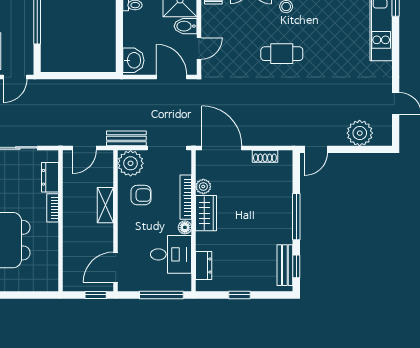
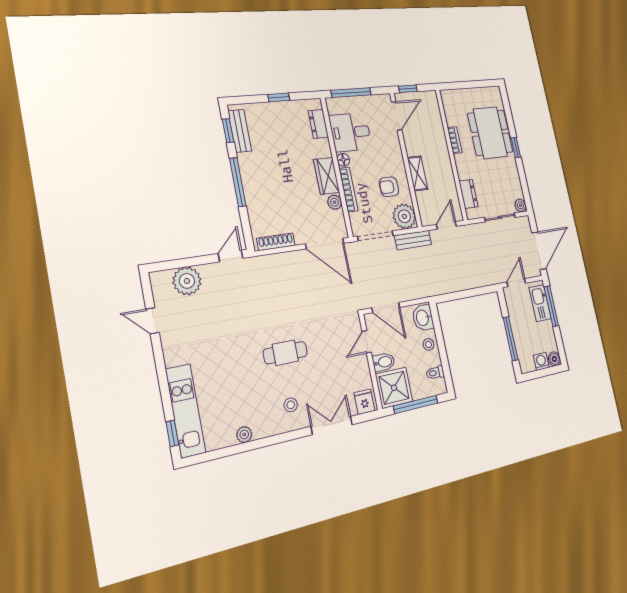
stool: (133, 34) -> (428, 344), added
shoe rack: (265, 156) -> (276, 242), width x1.43
bookcase: (53, 208) -> (455, 140), moved

